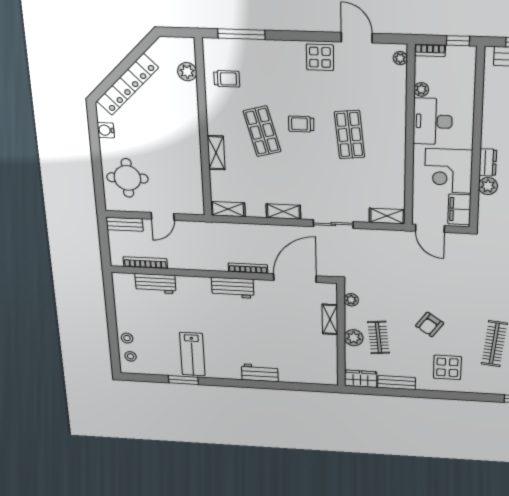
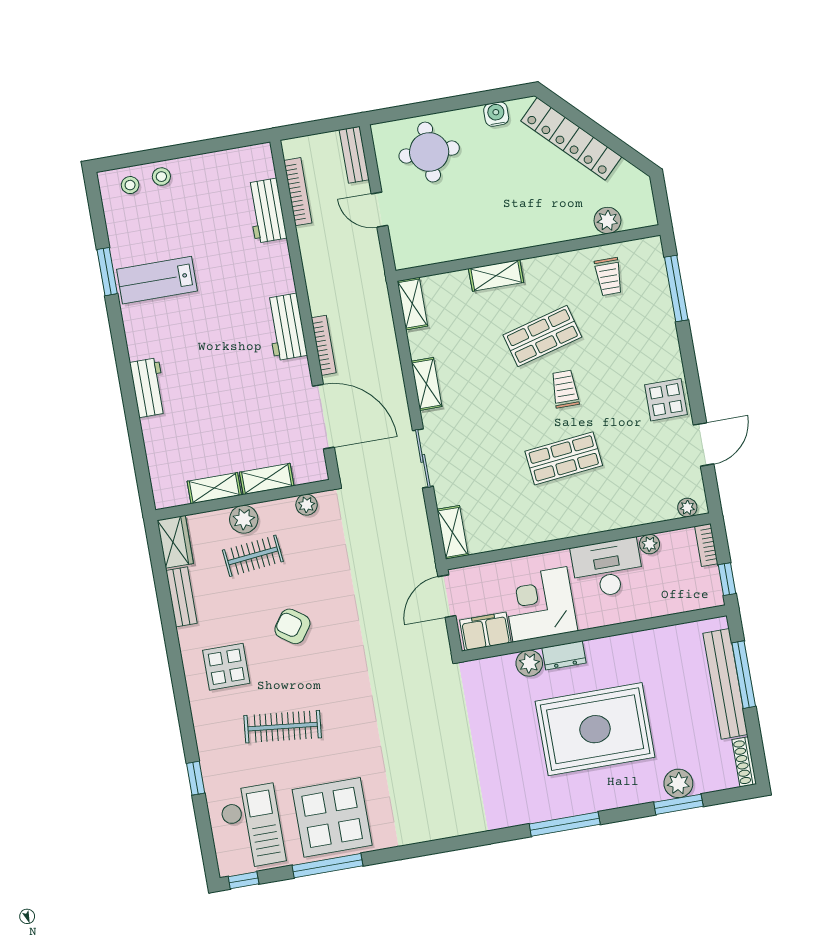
shelving: (330, 350) -> (214, 488), added

